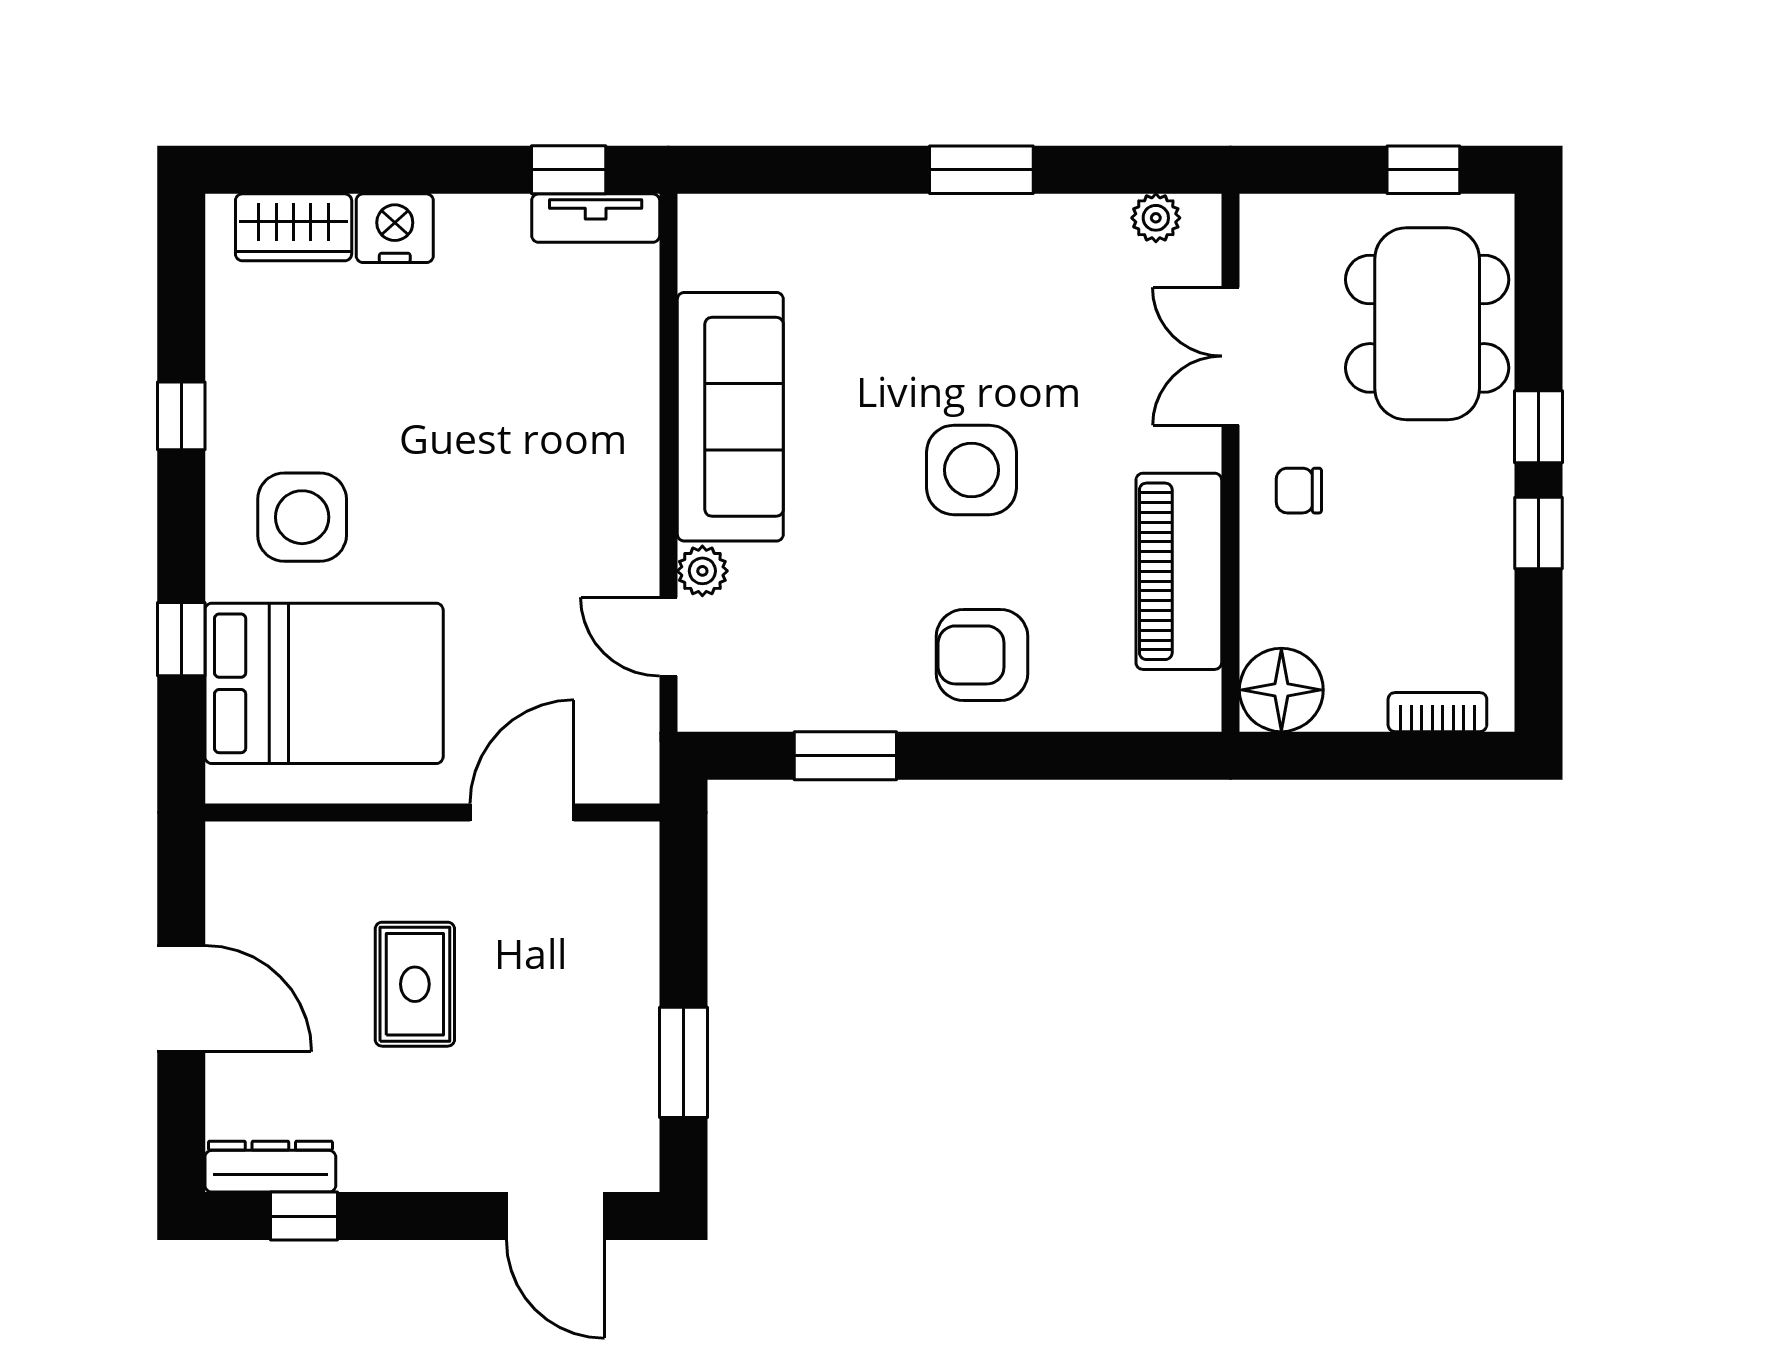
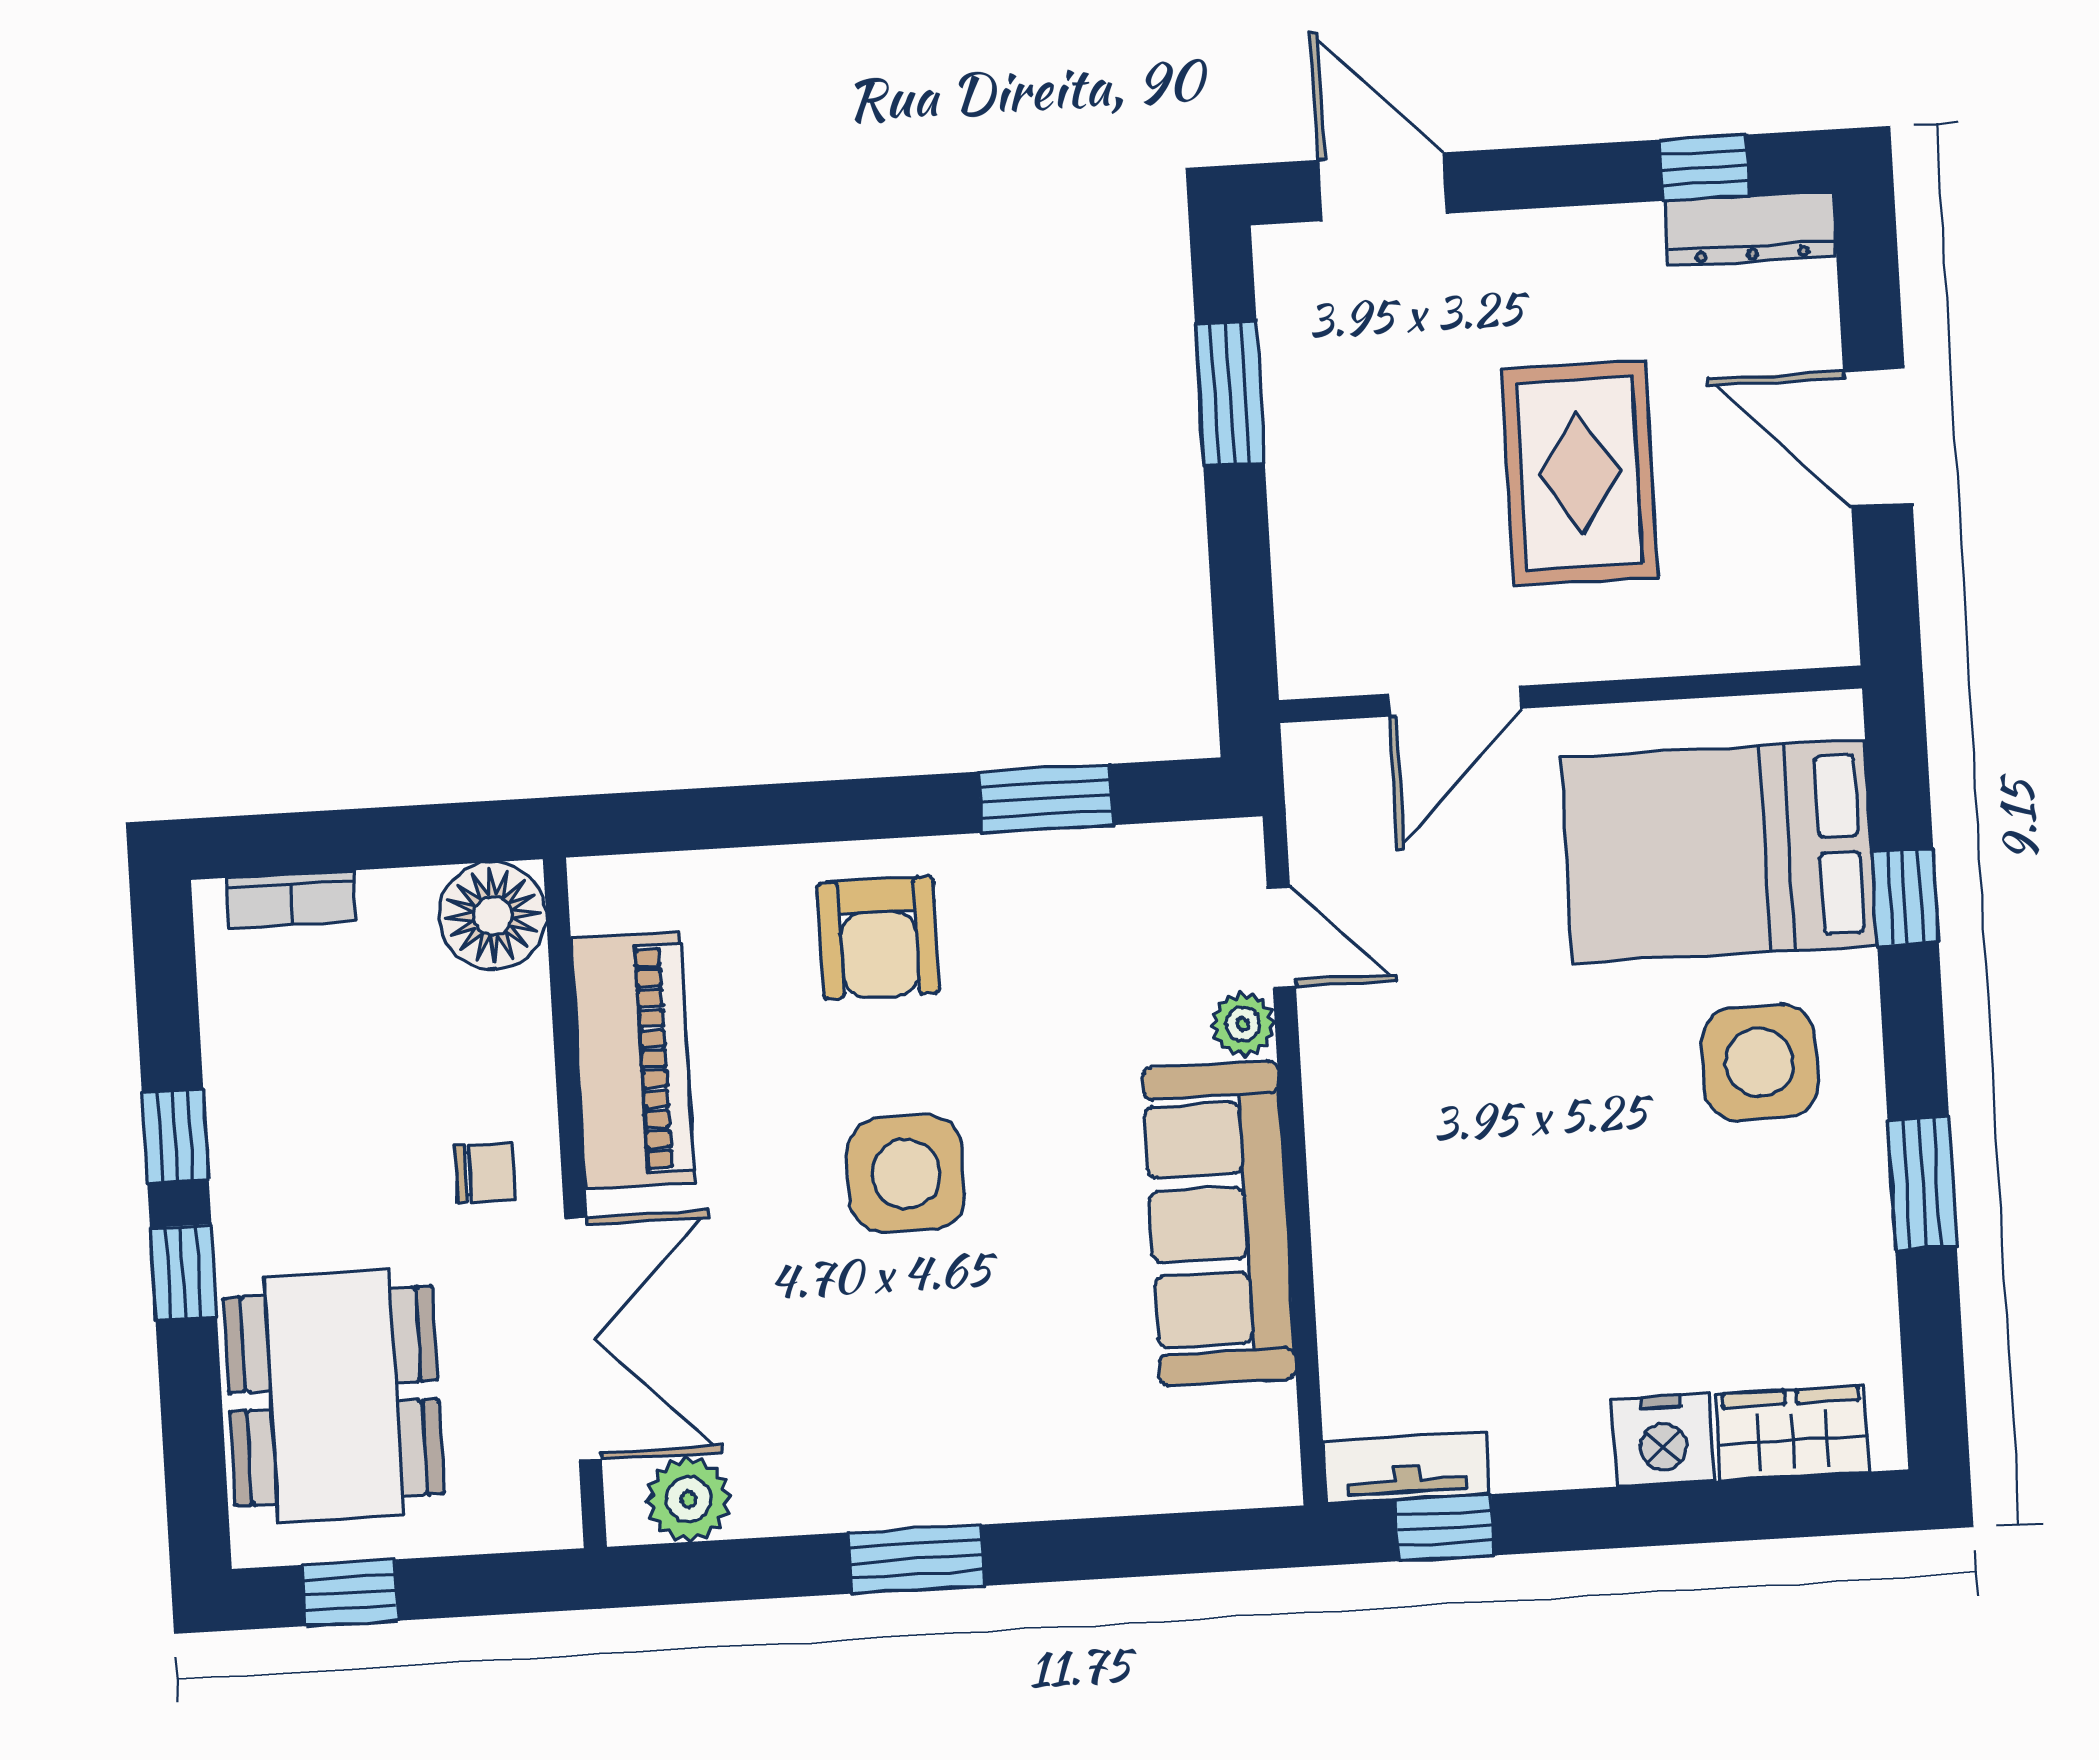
plant: (1156, 218) -> (689, 1499), width x1.38, depth x1.38
double door: (1231, 356) -> (583, 1339), width x1.37
window: (181, 416) -> (1922, 1183), width x1.50
armchair: (982, 655) -> (879, 938), turned 90
rug: (415, 984) -> (1580, 473), width x1.36, depth x1.43

